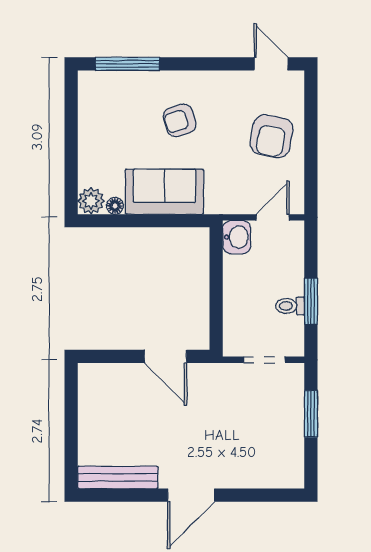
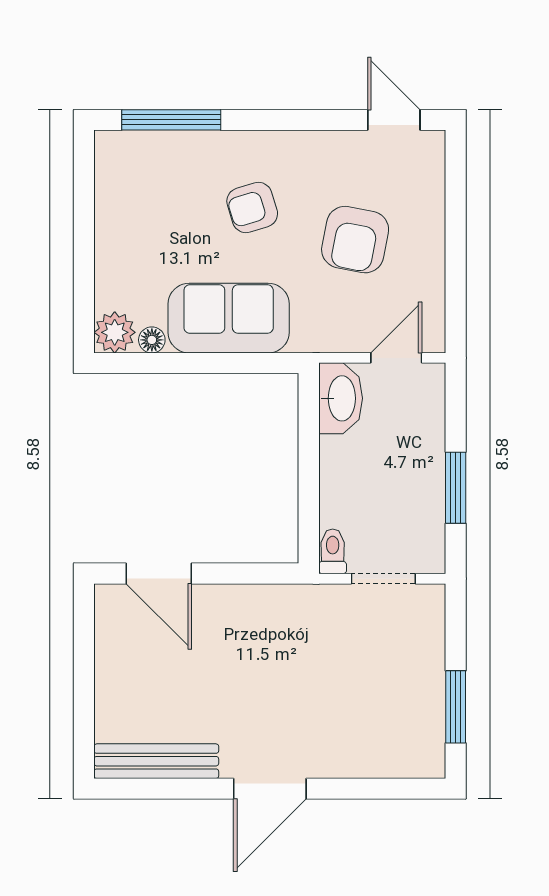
armchair: (272, 136) -> (355, 240), moved
washbasin: (237, 237) -> (341, 398), width x1.38
toilet: (290, 306) -> (333, 551), moved, turned 90
door: (165, 356) -> (159, 573), moved
window: (311, 414) -> (456, 707), moved

